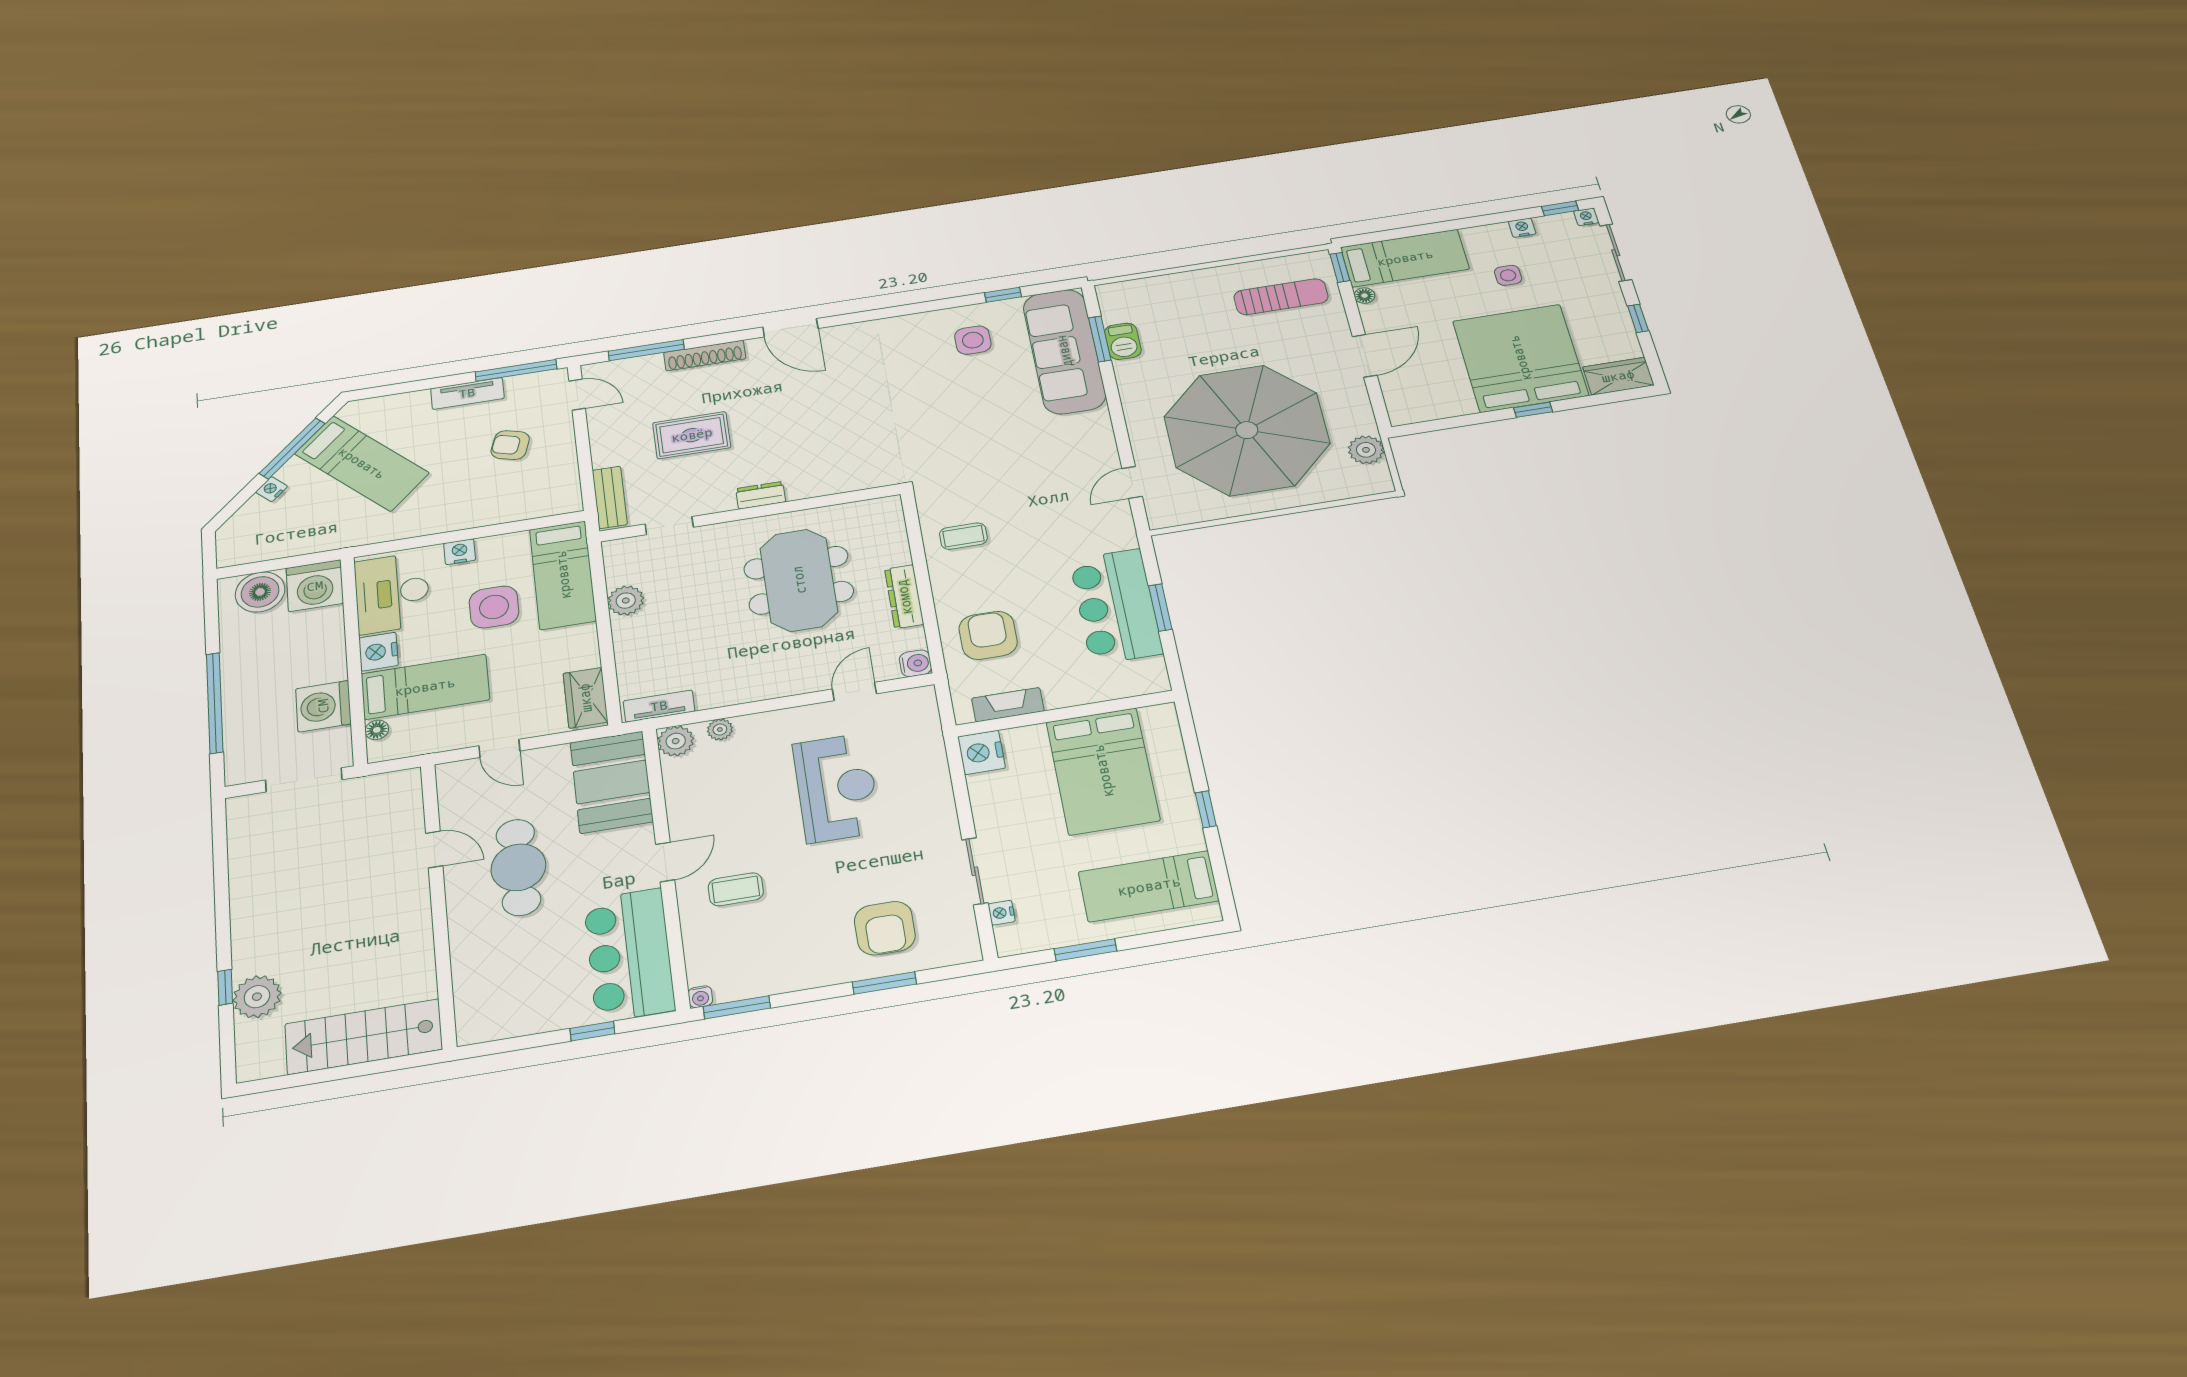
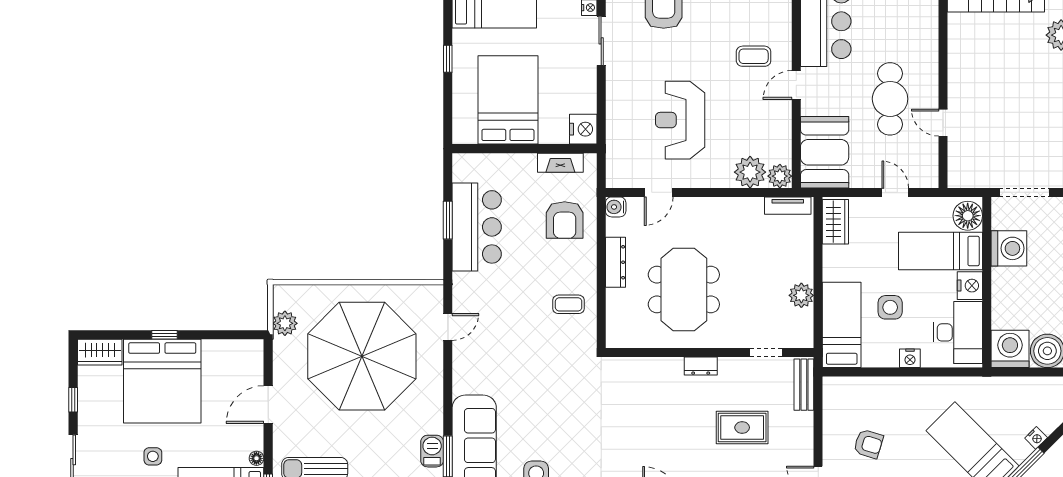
side table: (494, 607) -> (890, 307), width x0.73, depth x0.73
plant: (720, 729) -> (750, 172), width x1.88, depth x1.88
floor lamp: (377, 730) -> (968, 216), width x1.89, depth x1.89

